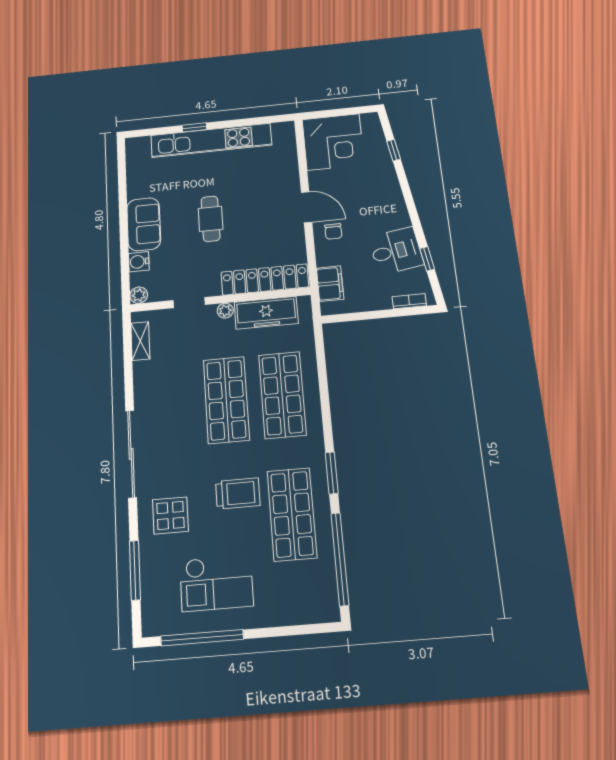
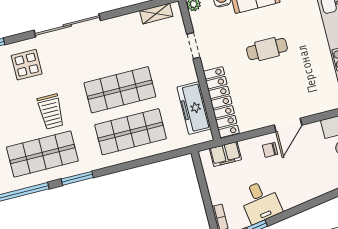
plant: (225, 311) -> (191, 76), removed

